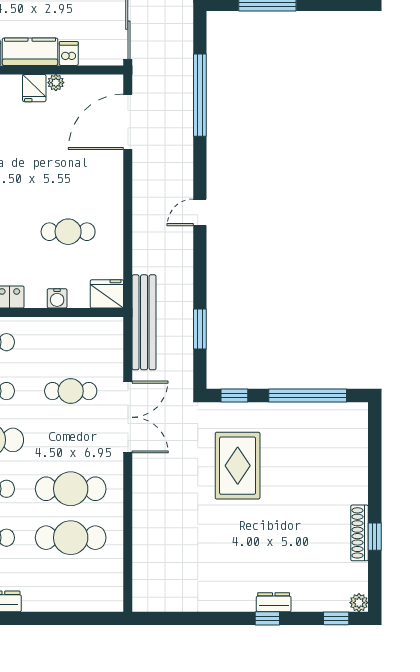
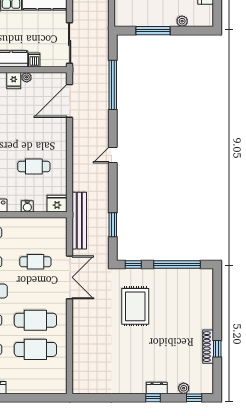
plant: (359, 603) -> (184, 388), moved

